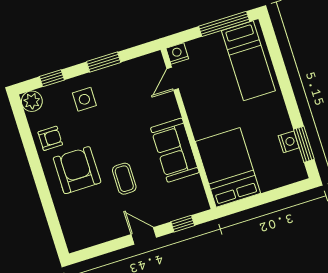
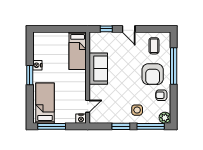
window: (52, 78) -> (151, 126), width x2.17
nightstand: (289, 142) -> (37, 65), moved
window: (304, 144) -> (30, 75), moved
bed: (228, 167) -> (78, 51), width x0.67
coffee table: (124, 179) -> (154, 46), moved
window: (45, 196) -> (174, 66), added

